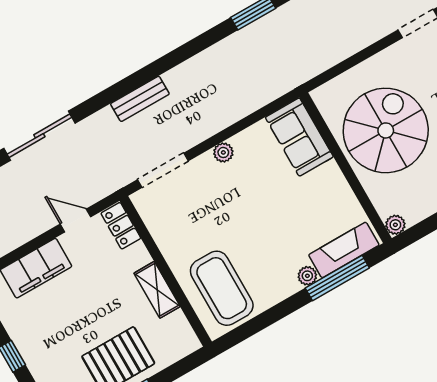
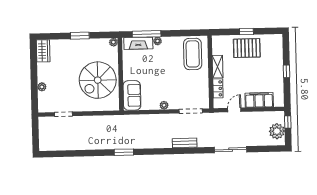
door: (76, 220) -> (234, 110), swing flipped
locker: (121, 226) -> (218, 88), moved

